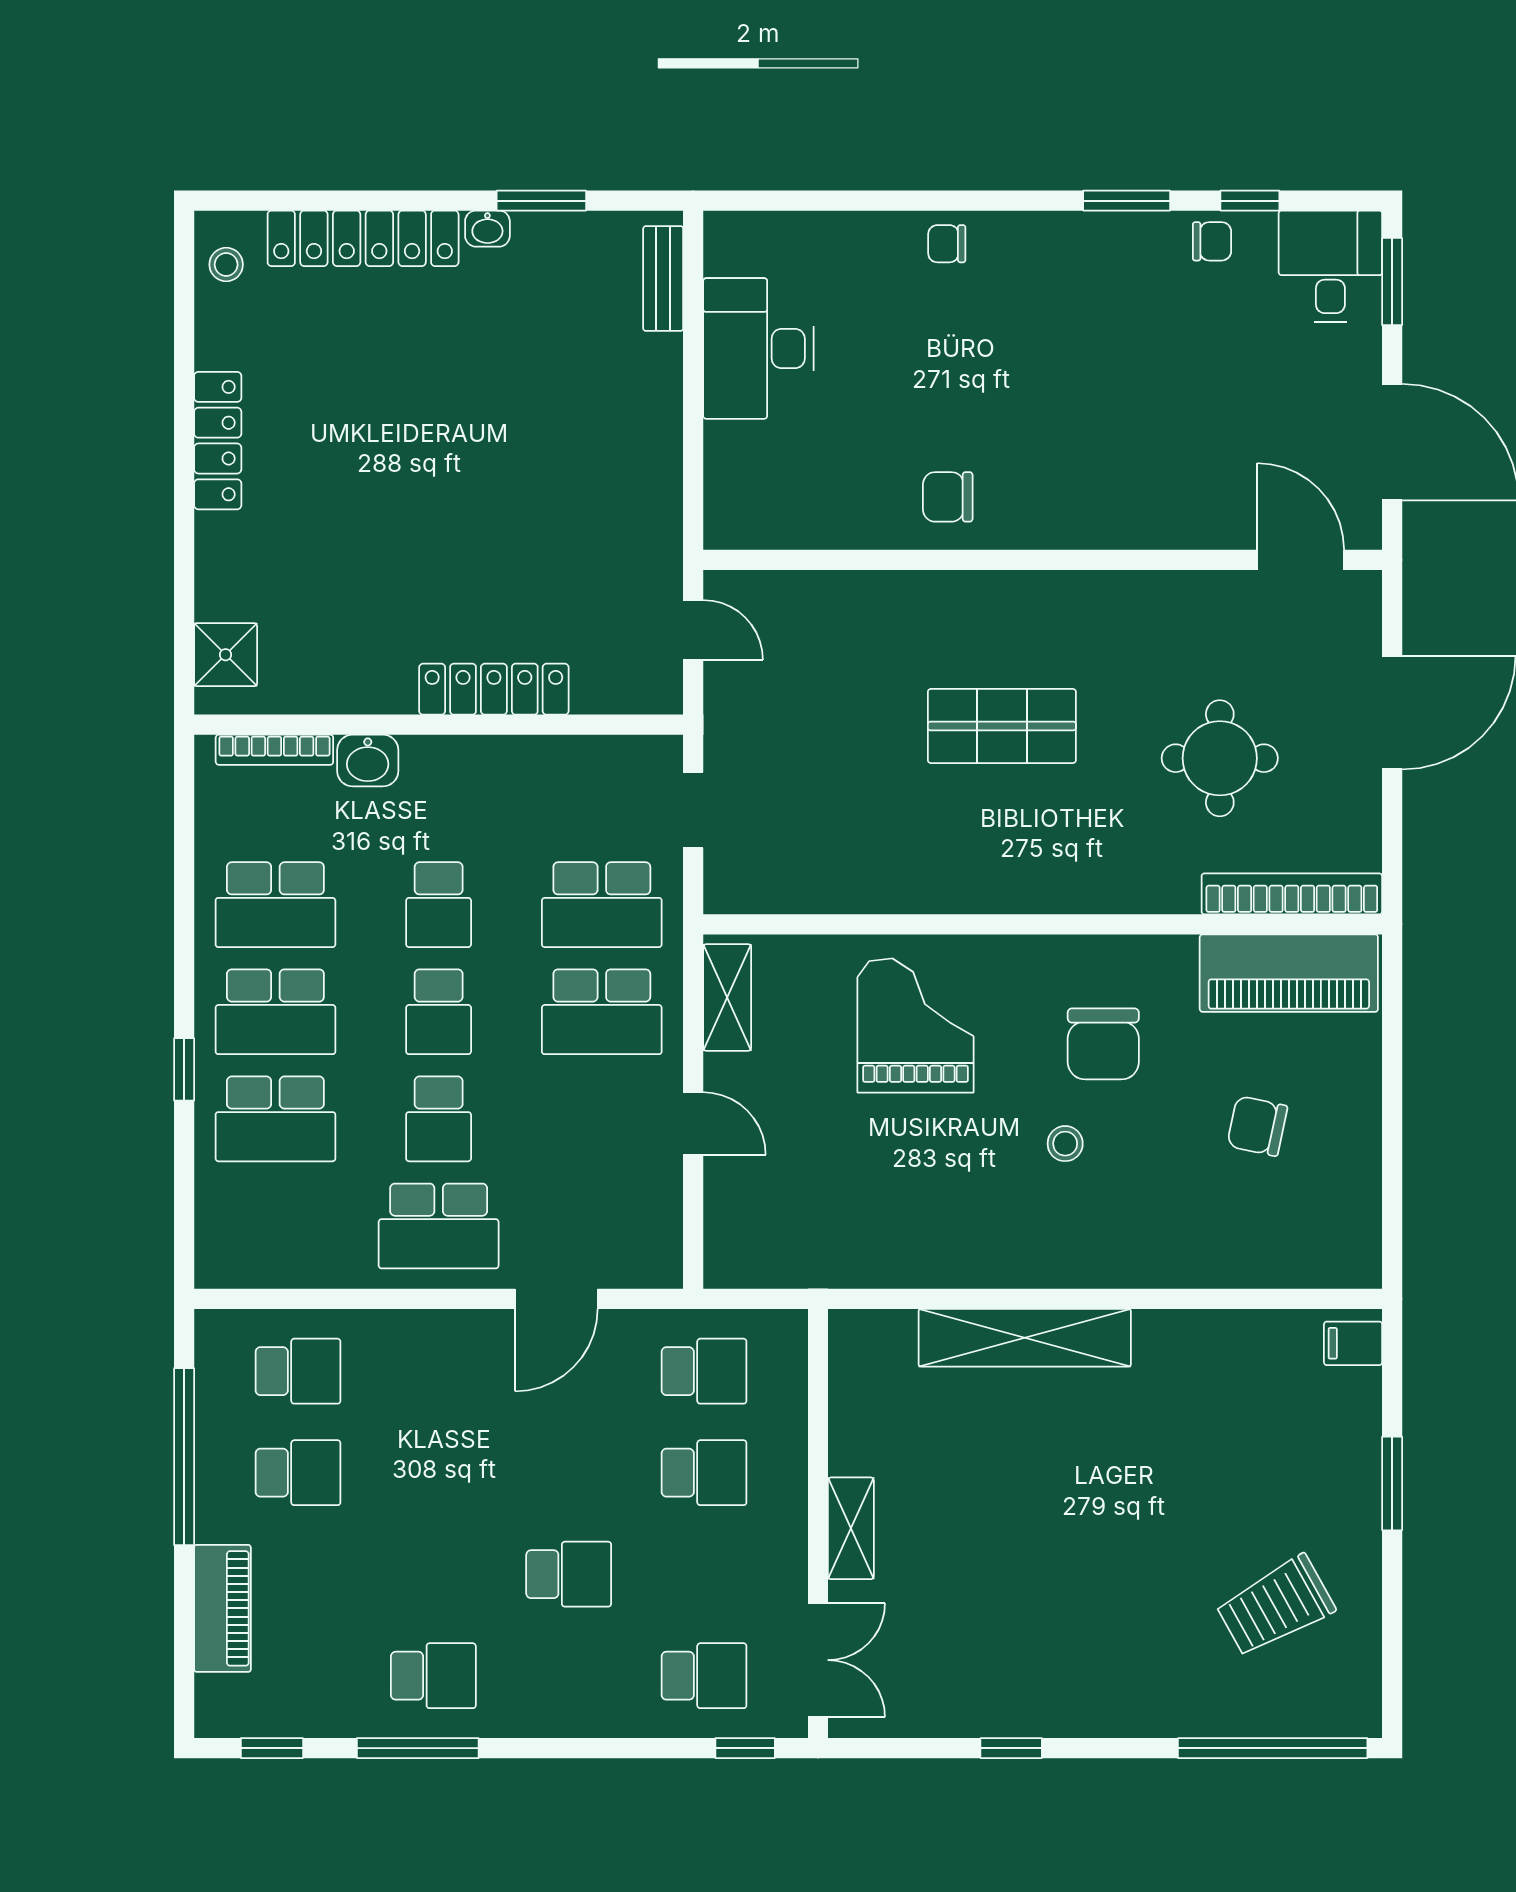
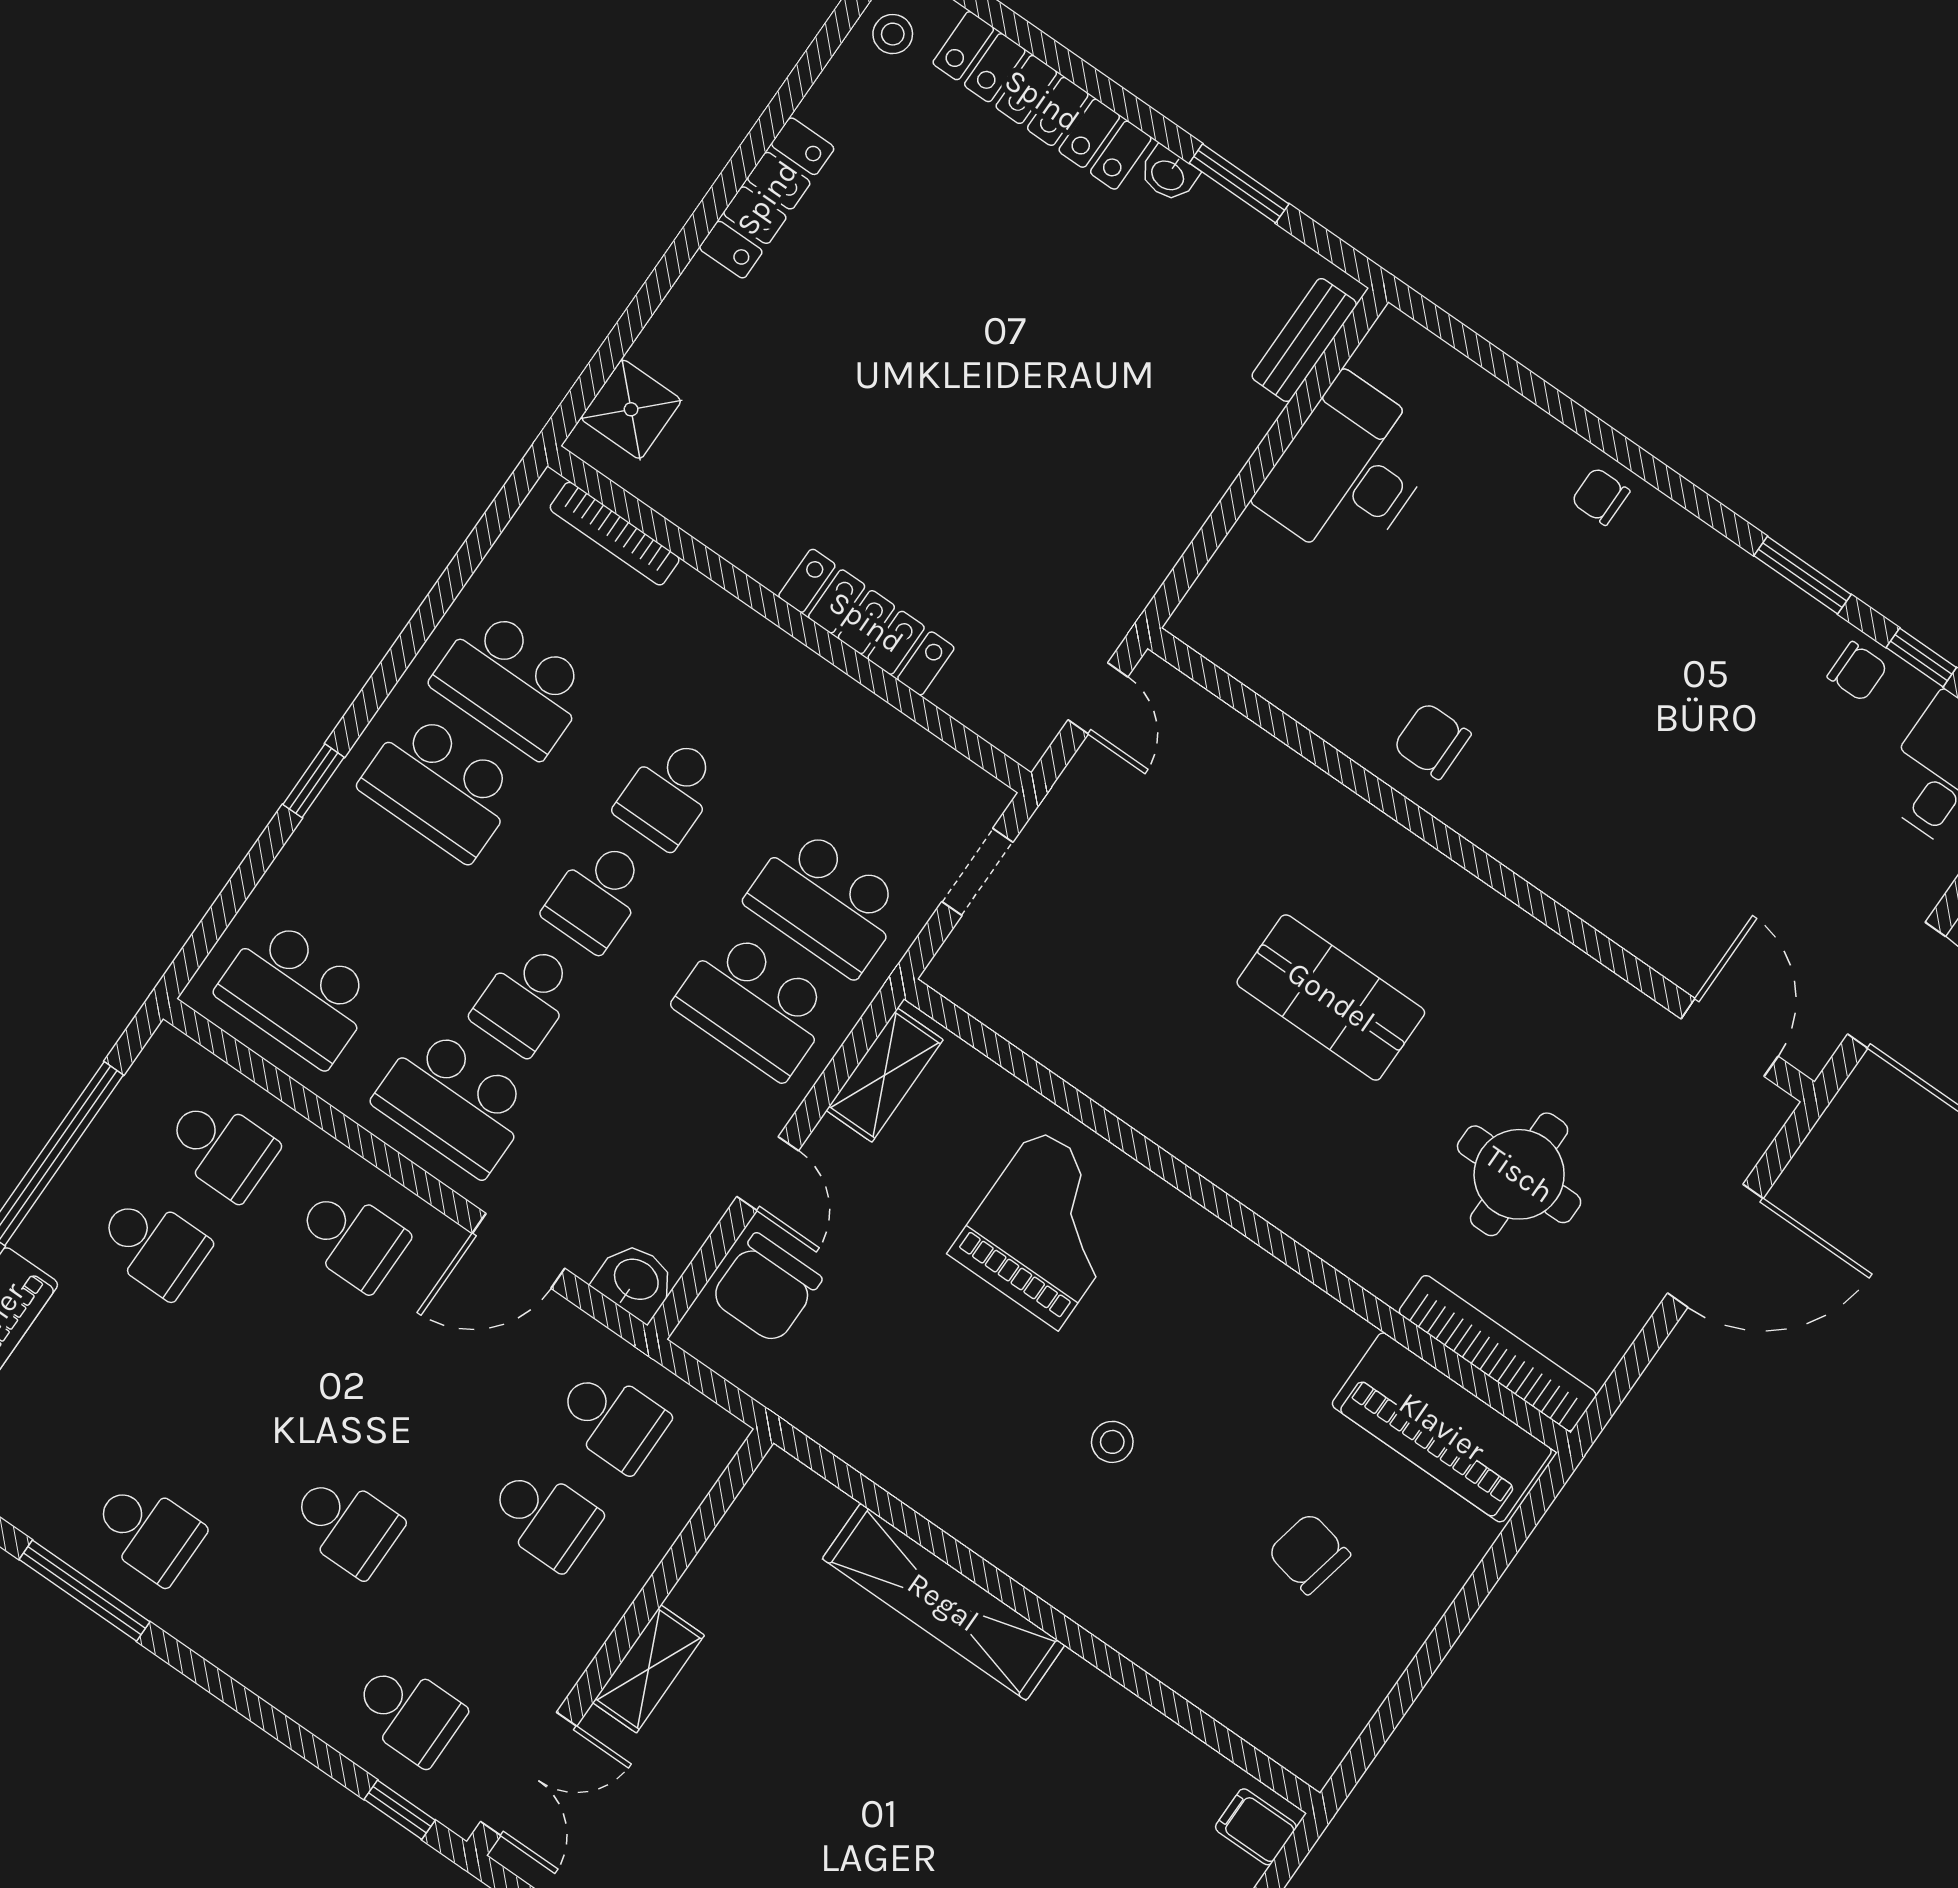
washbasin: (368, 761) -> (635, 1281), moved, turned 180
chair: (1103, 1044) -> (766, 1289), moved
school desk: (275, 1119) -> (297, 993), moved
school desk: (433, 1371) -> (352, 1238), added

